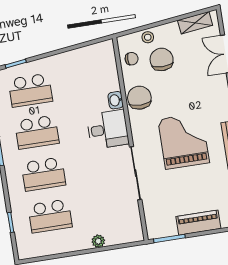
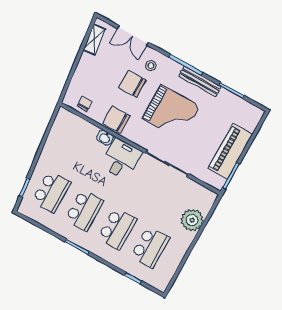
stool: (148, 37) -> (151, 66), moved
chair: (162, 59) -> (132, 84), moved
grand piano: (184, 141) -> (171, 112), turned 180
piano: (198, 223) -> (230, 151), width x1.37, depth x1.33
plant: (98, 241) -> (192, 220), width x1.88, depth x1.88

